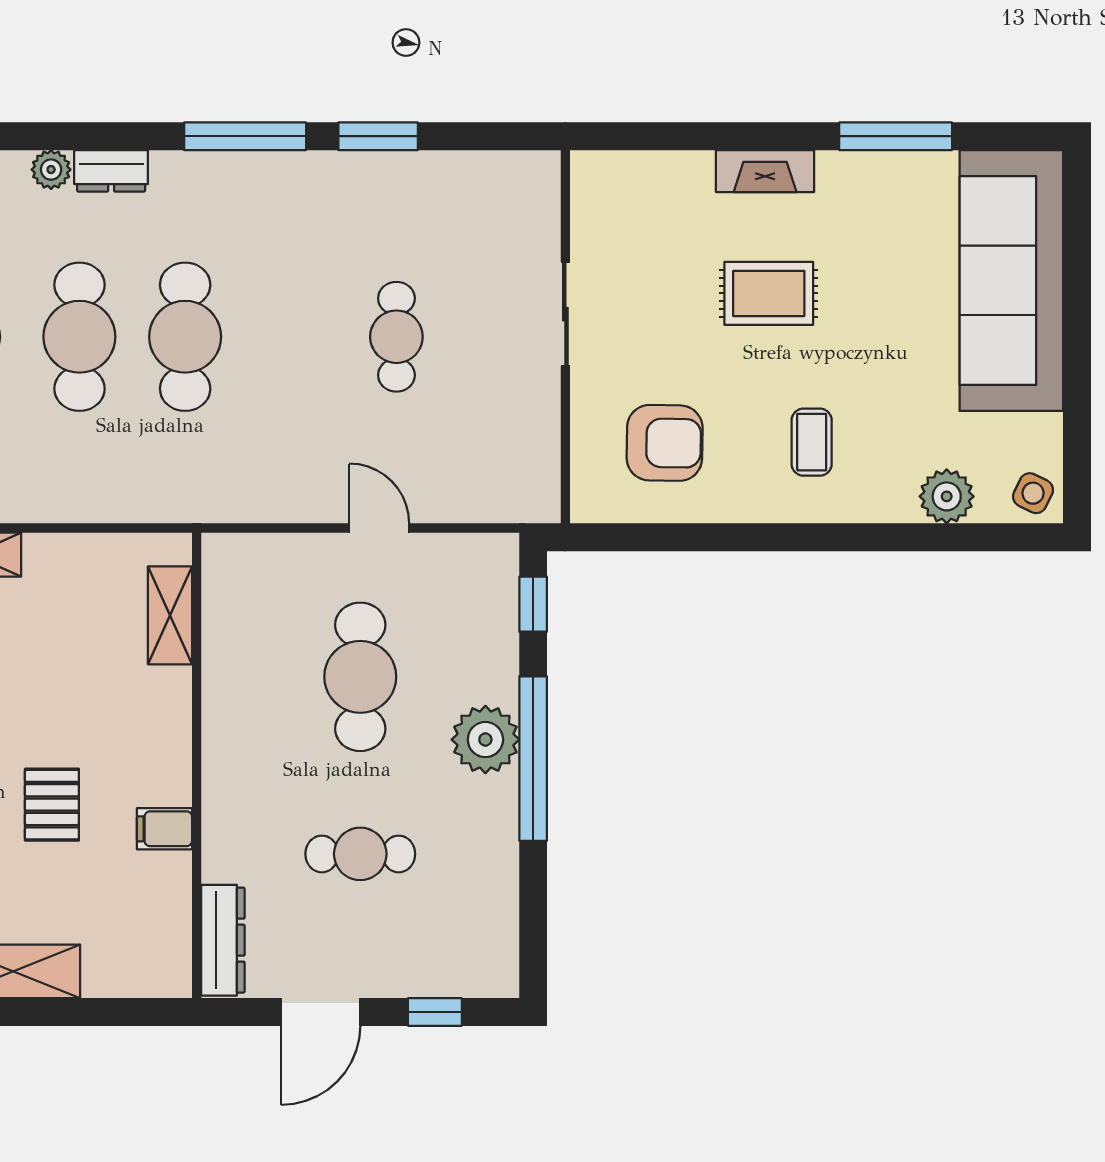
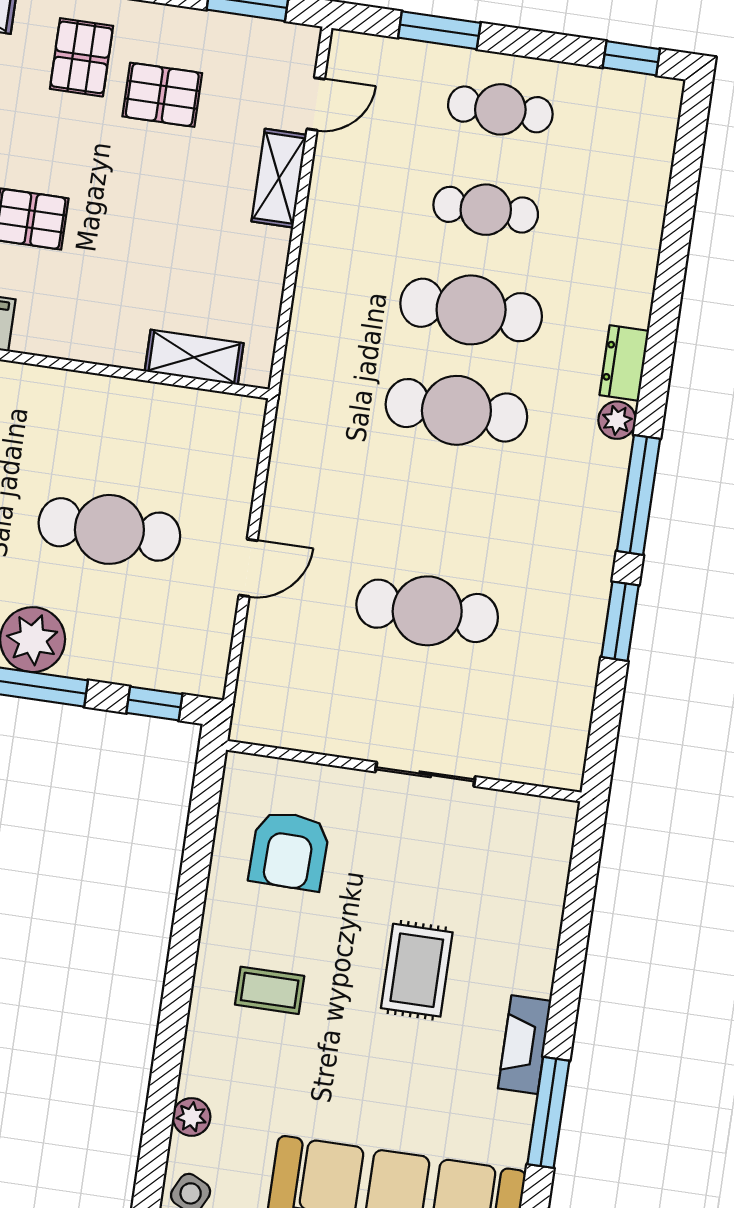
plant: (51, 170) -> (617, 420), moved
fireplace: (765, 171) -> (524, 1045), moved
cafe table: (396, 337) -> (427, 611), width x1.37, depth x1.35
plant: (947, 496) -> (191, 1117), width x0.73, depth x0.73

